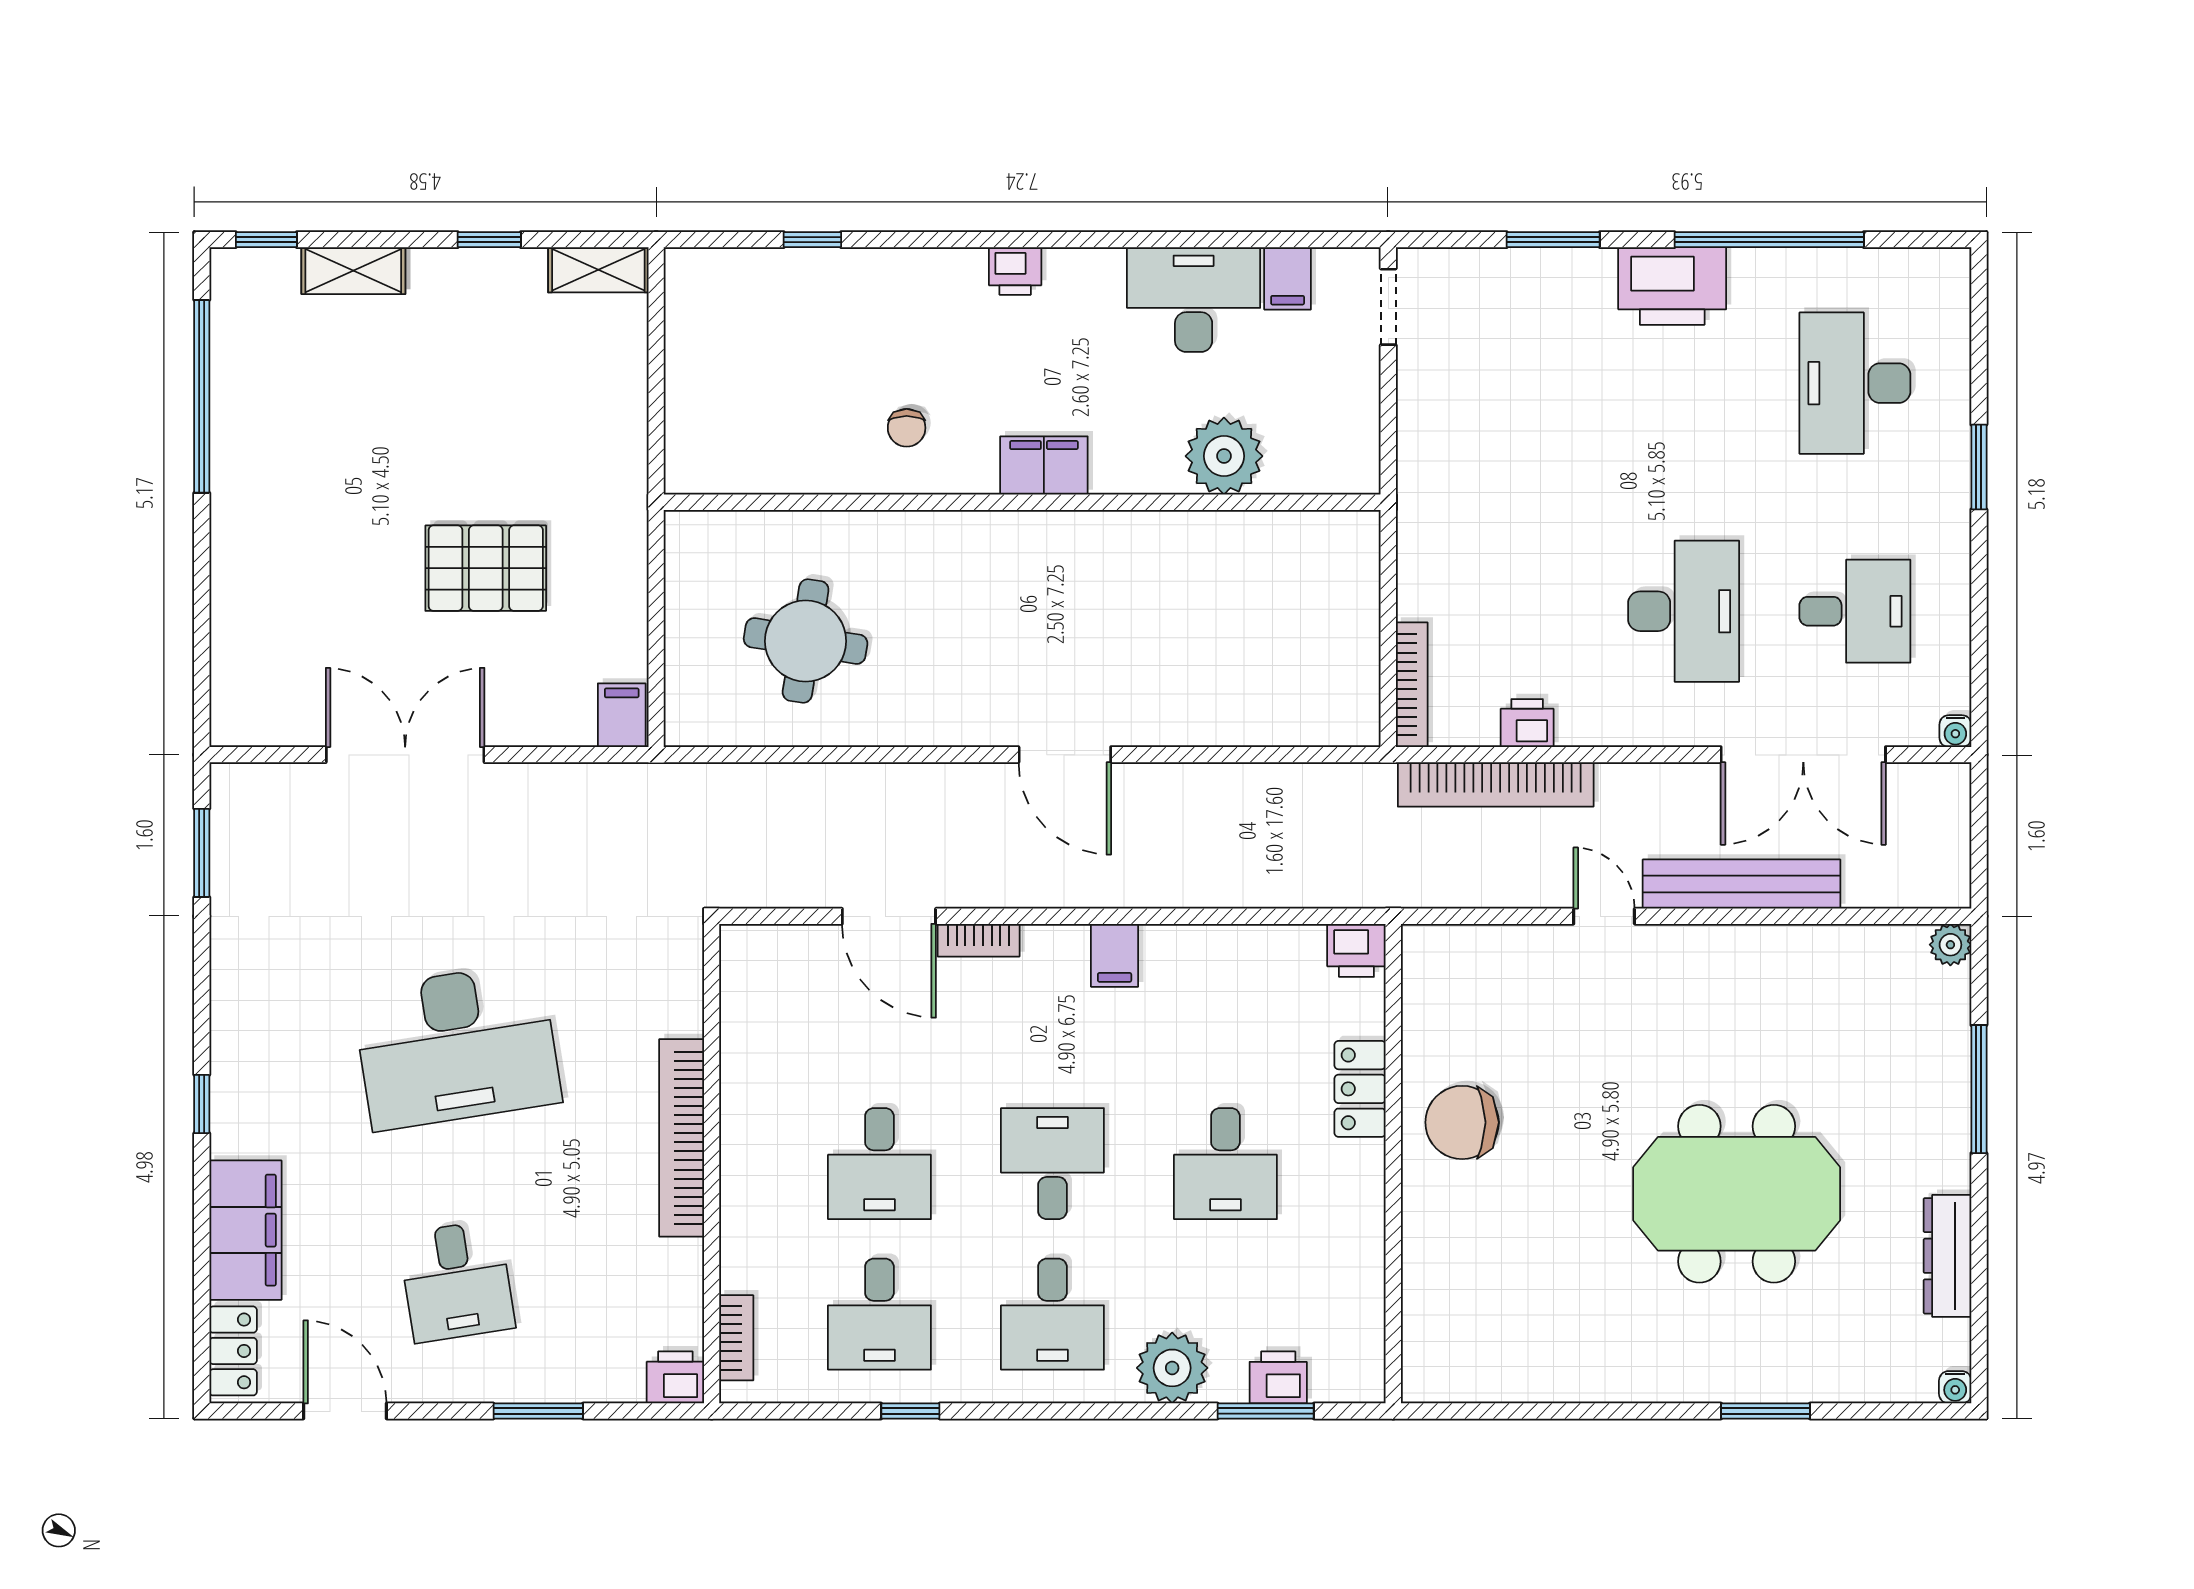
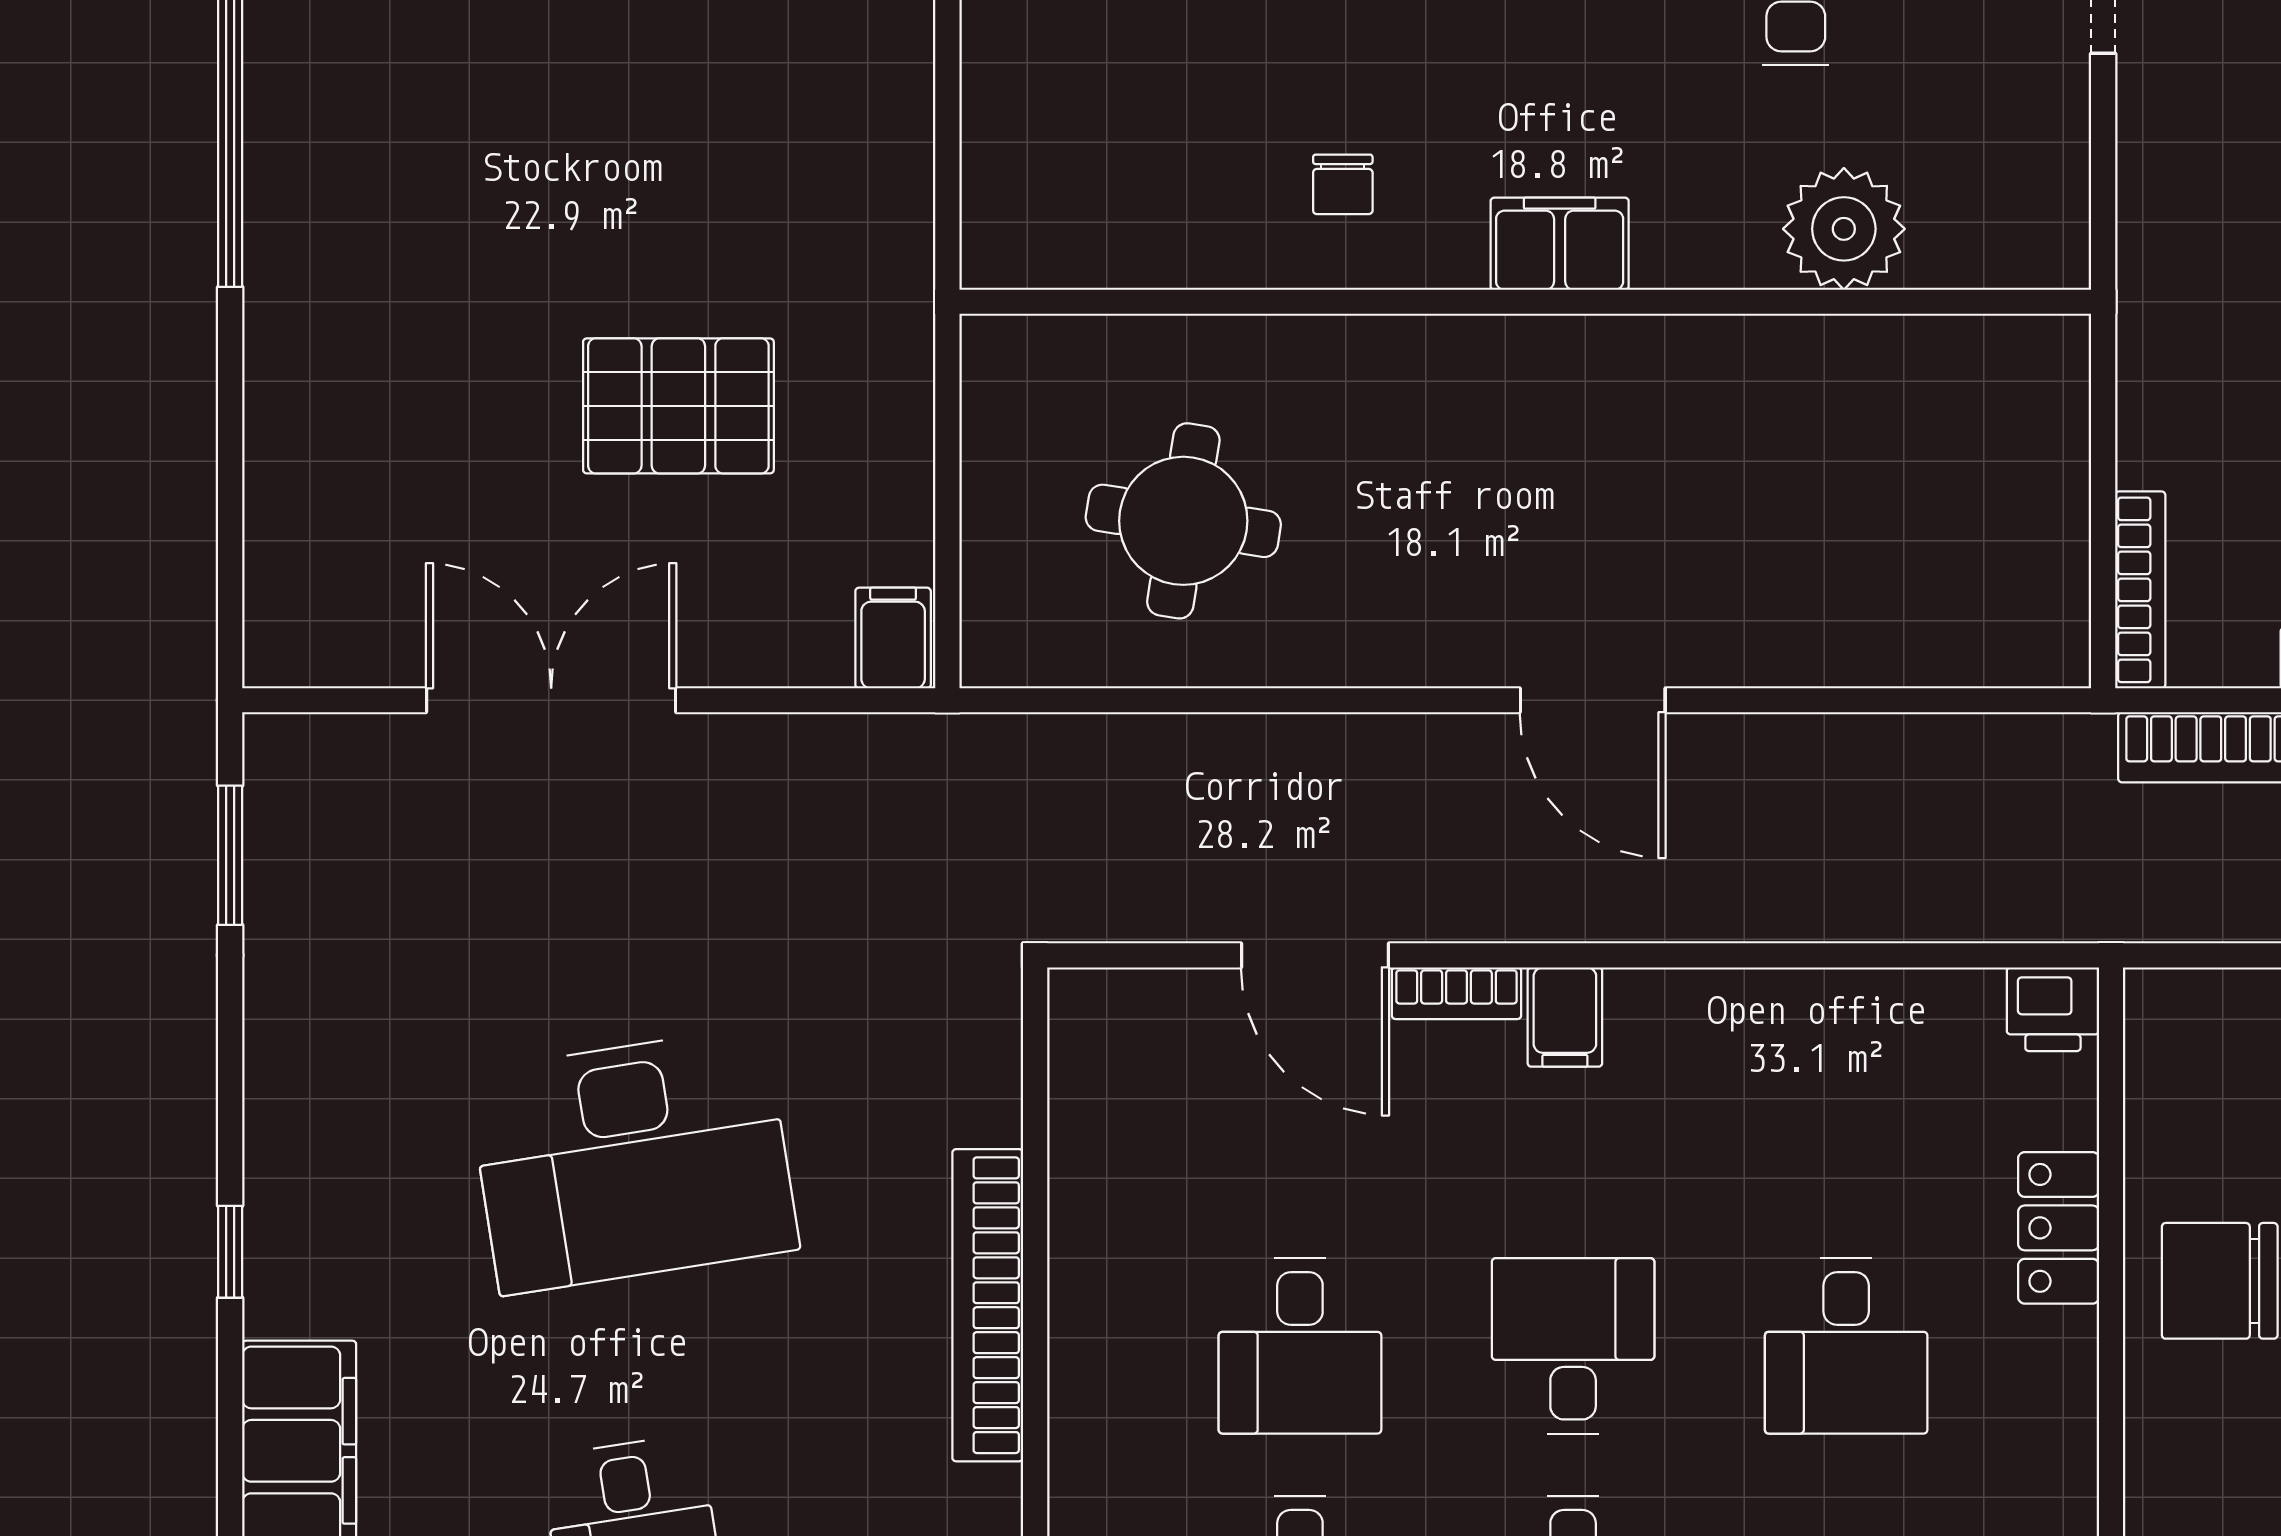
filing cabinet: (1115, 955) -> (1565, 1017), moved

